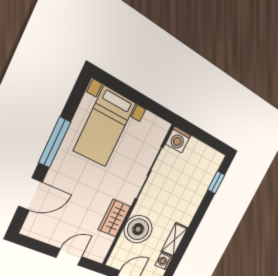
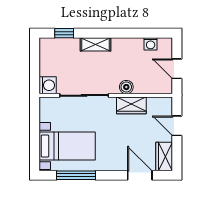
window: (55, 142) -> (76, 175), moved
boiler: (138, 229) -> (126, 87), width x0.54, depth x0.54
wardrobe: (41, 230) -> (164, 157), added
shelving: (174, 240) -> (95, 44), moved

